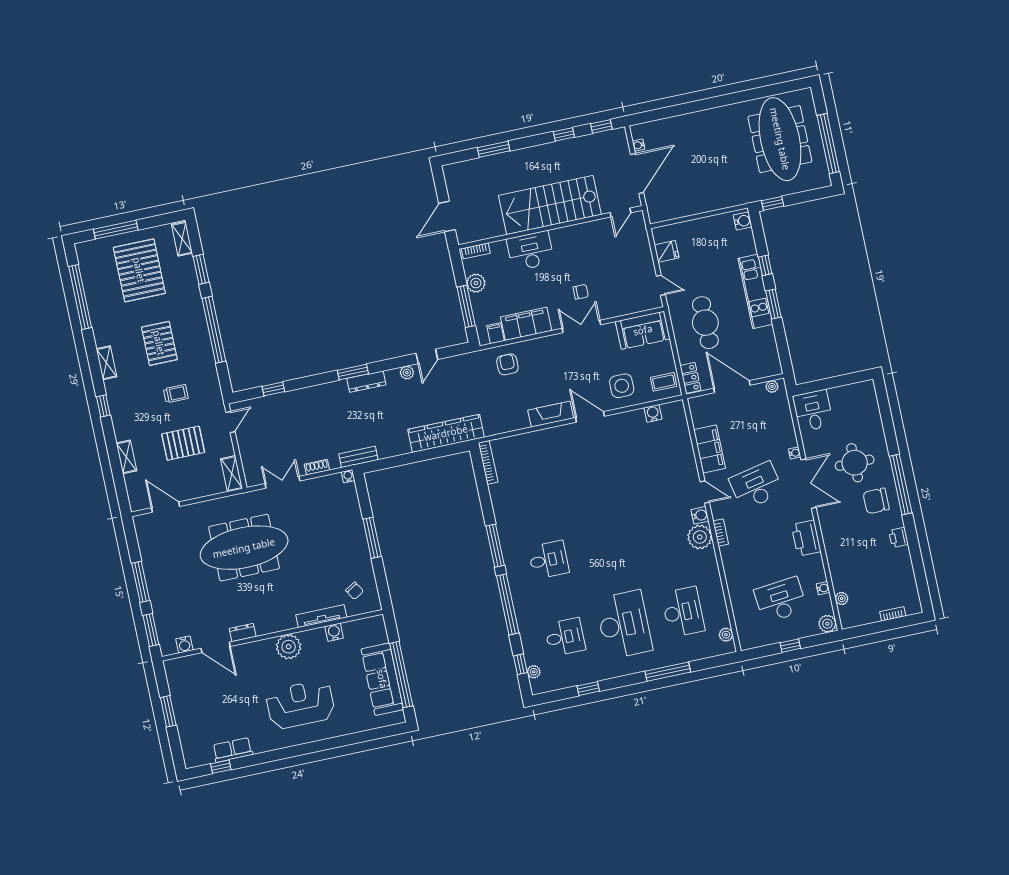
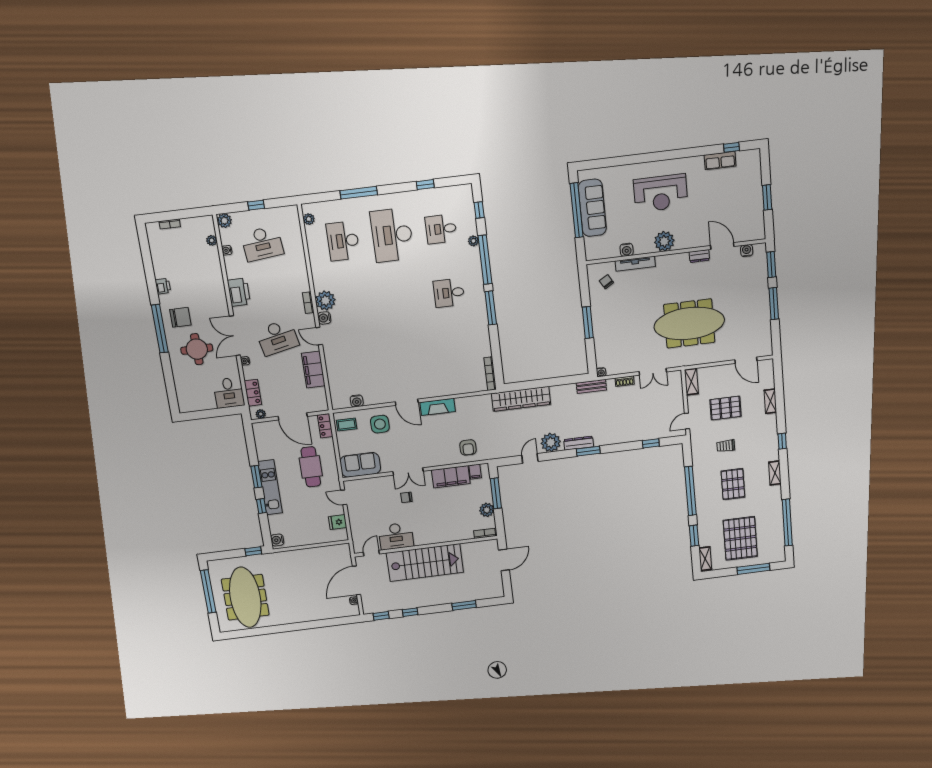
desk: (530, 251) -> (396, 536), moved
plant: (407, 373) -> (551, 442), width x1.88, depth x1.88
locker: (783, 413) -> (253, 393), added
plant: (534, 672) -> (473, 241), moved

